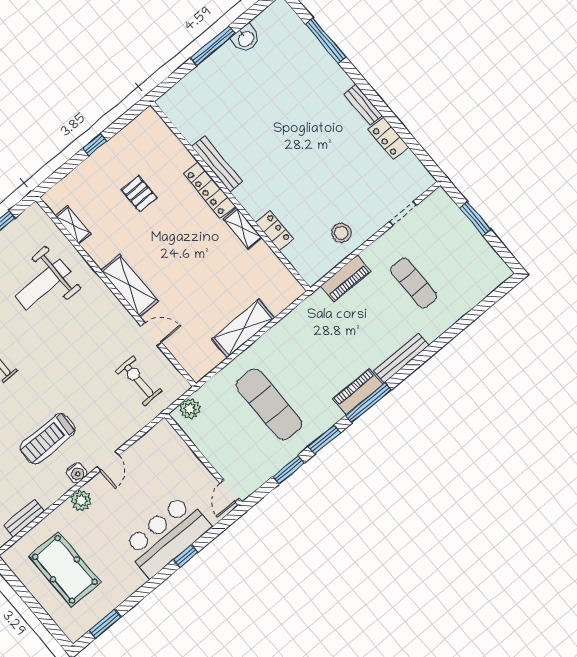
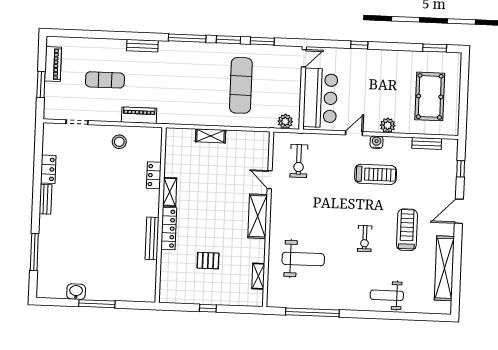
pallet: (139, 194) -> (208, 261), turned 90
exercise mat: (414, 283) -> (105, 80), turned 90
shelving: (243, 328) -> (211, 136), width x0.67, depth x0.75
bench: (401, 358) -> (142, 46), width x0.73
piano: (357, 391) -> (53, 64), moved, turned -90
bar counter: (167, 536) -> (320, 98), moved, turned -90

